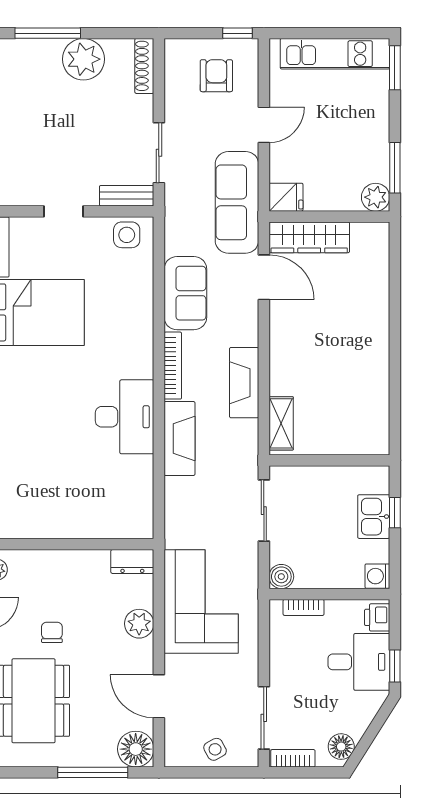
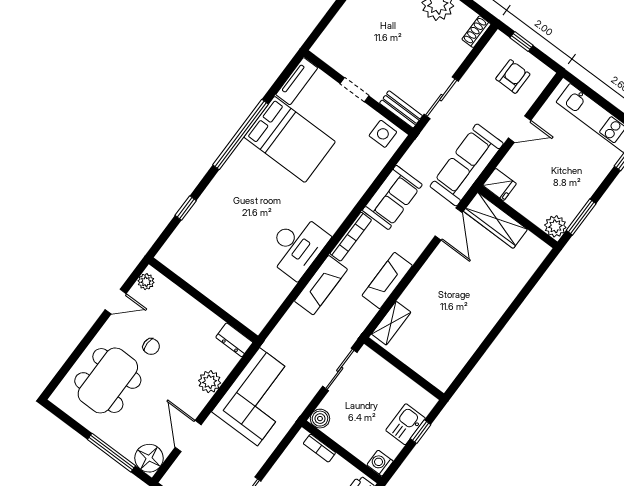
window: (238, 33) -> (522, 42), moved
shoe rack: (144, 66) -> (476, 32), width x0.70
chair: (52, 632) -> (151, 346), turned 90

